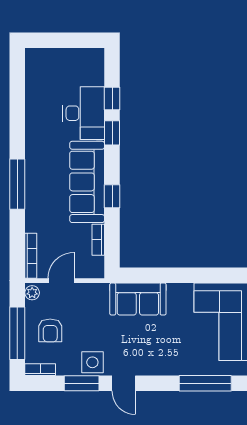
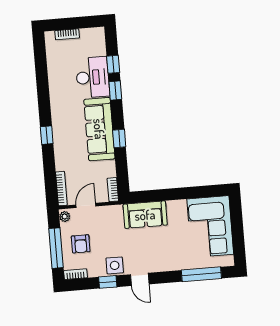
bookcase: (55, 54) -> (67, 34), added
window: (17, 184) -> (47, 135), width x0.46
bookcase: (98, 240) -> (113, 190), moved
window: (82, 383) -> (108, 282), width x0.67

